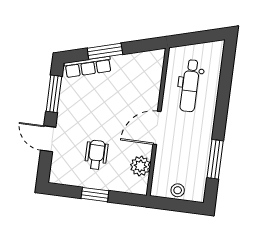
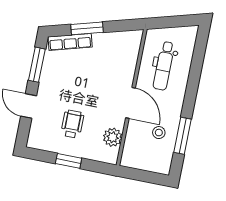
door: (157, 128) -> (130, 103), swing flipped
stool: (178, 190) -> (159, 133), moved

